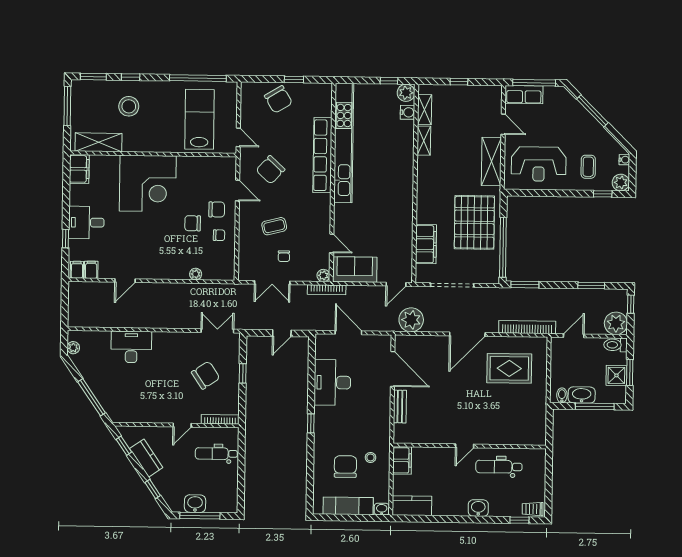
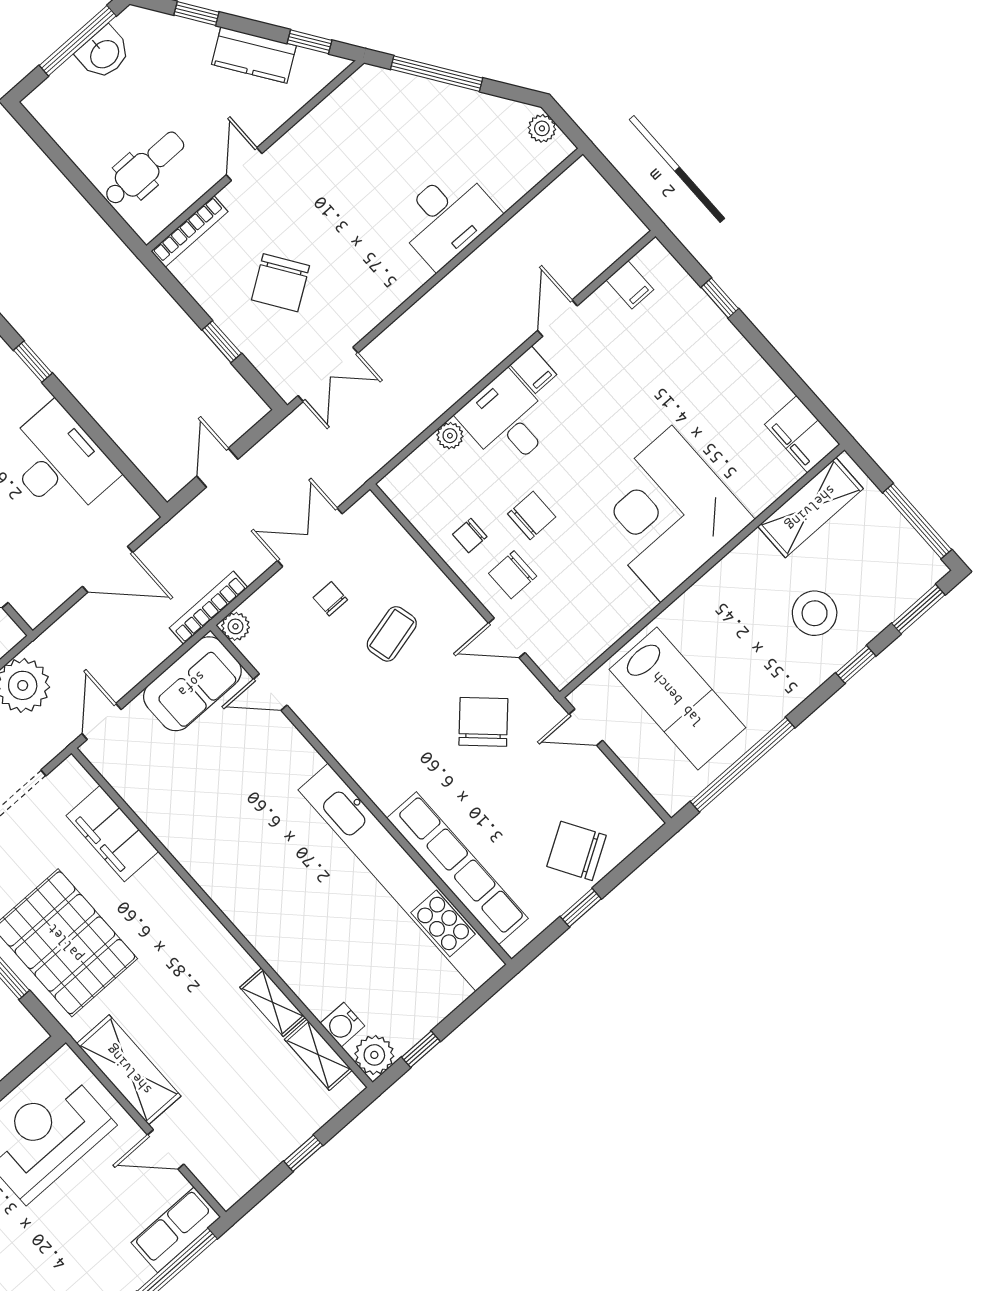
row of seats: (322, 155) -> (457, 868), moved
desk: (86, 222) -> (507, 420), moved, turned -90
filing cabinet: (77, 270) -> (533, 370), moved

